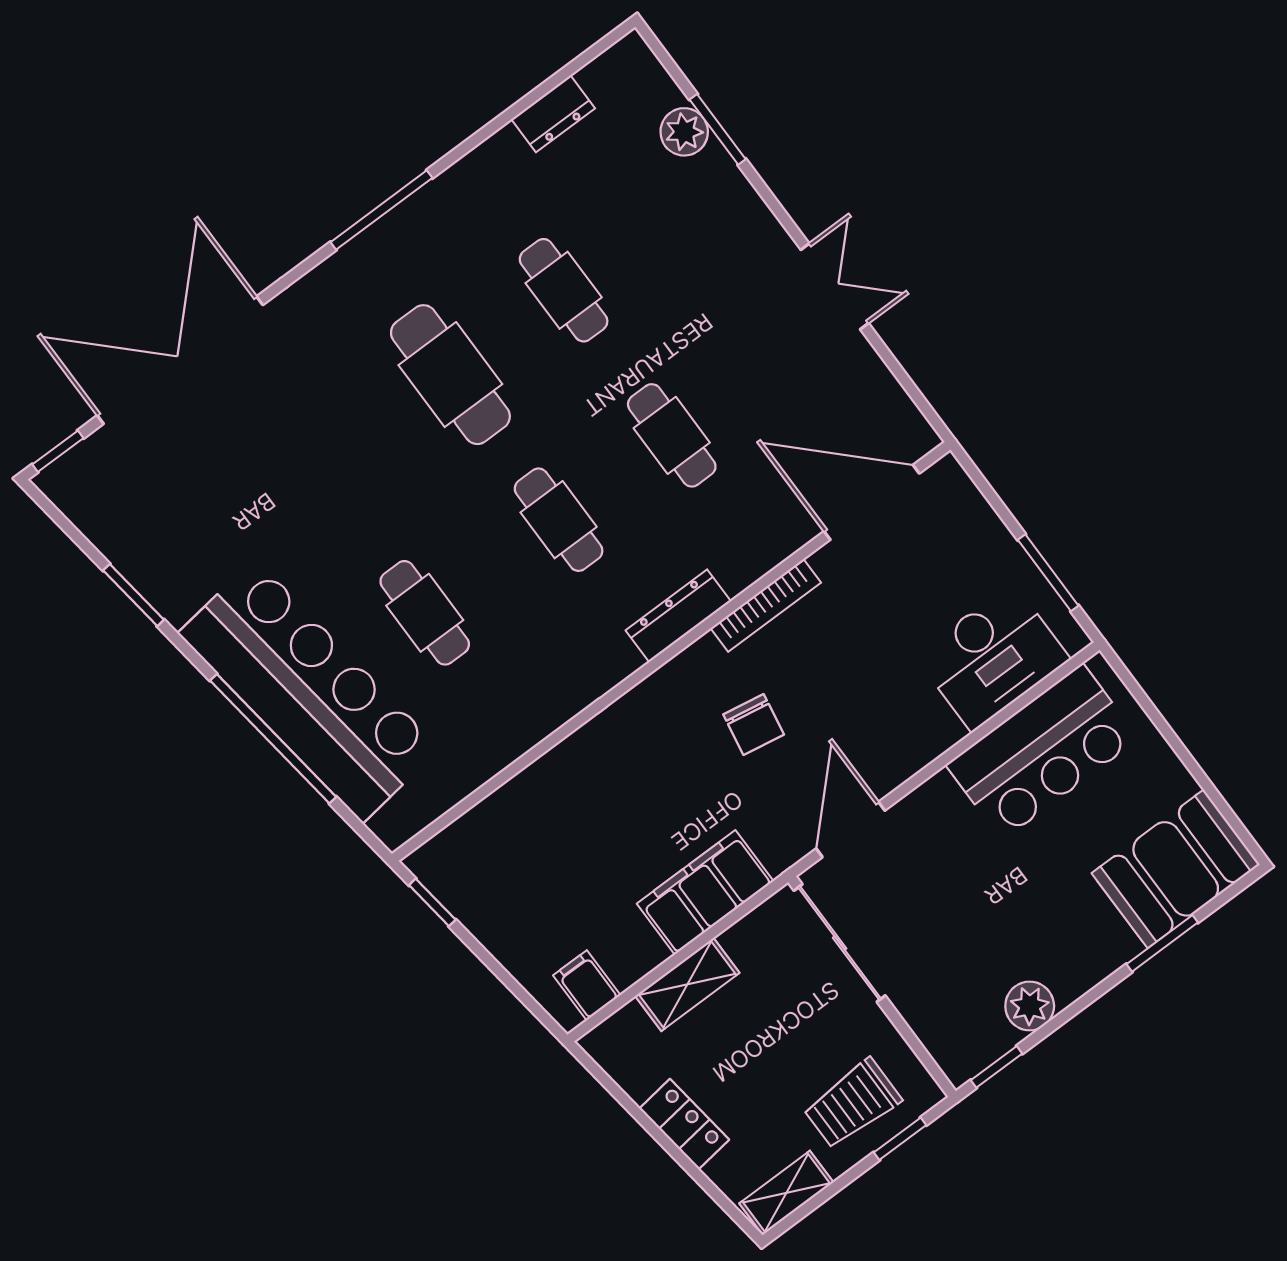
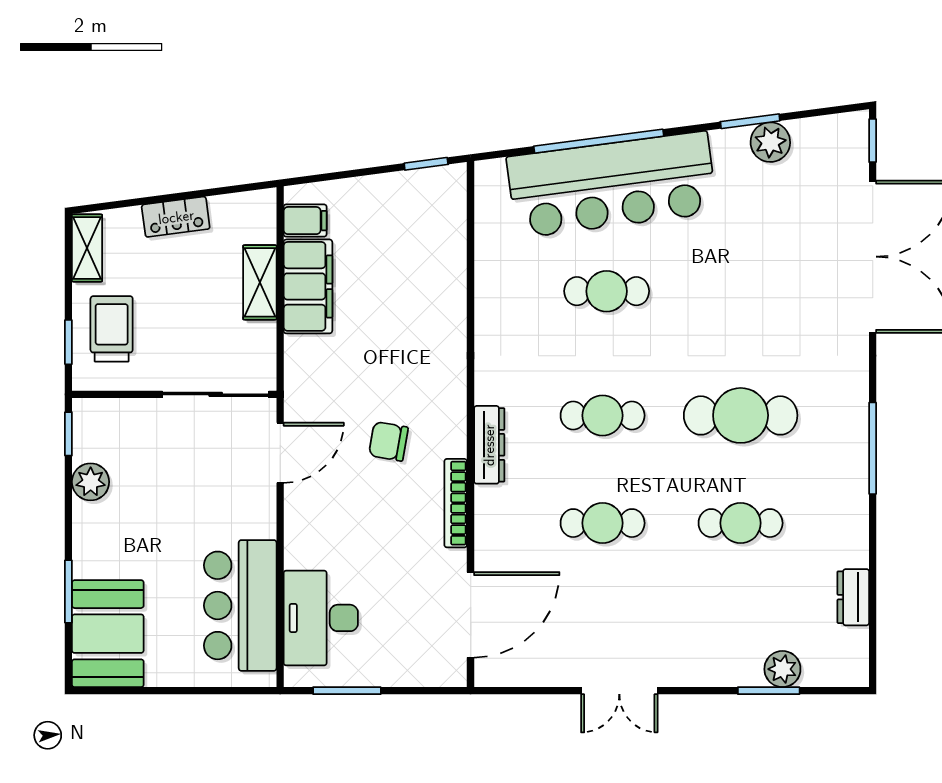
plant: (140, 557) -> (770, 142), added
door: (851, 830) -> (280, 453), hinge flipped
filing cabinet: (705, 892) -> (308, 286), moved

